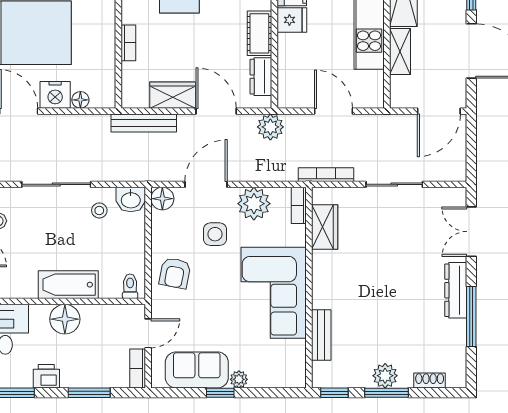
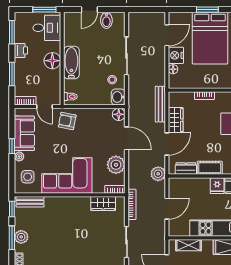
shelving: (400, 51) -> (188, 245), moved
side table: (215, 234) -> (28, 177), moved
armchair: (175, 273) -> (67, 121), moved
bench: (321, 335) -> (30, 202), moved

